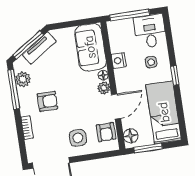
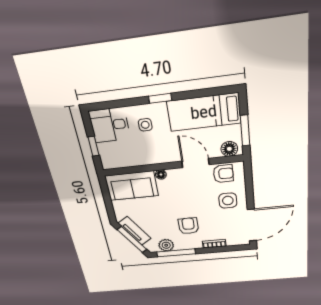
window: (130, 15) -> (93, 146), width x0.46
nightstand: (119, 61) -> (145, 159), removed
plant: (104, 88) -> (175, 174), removed

